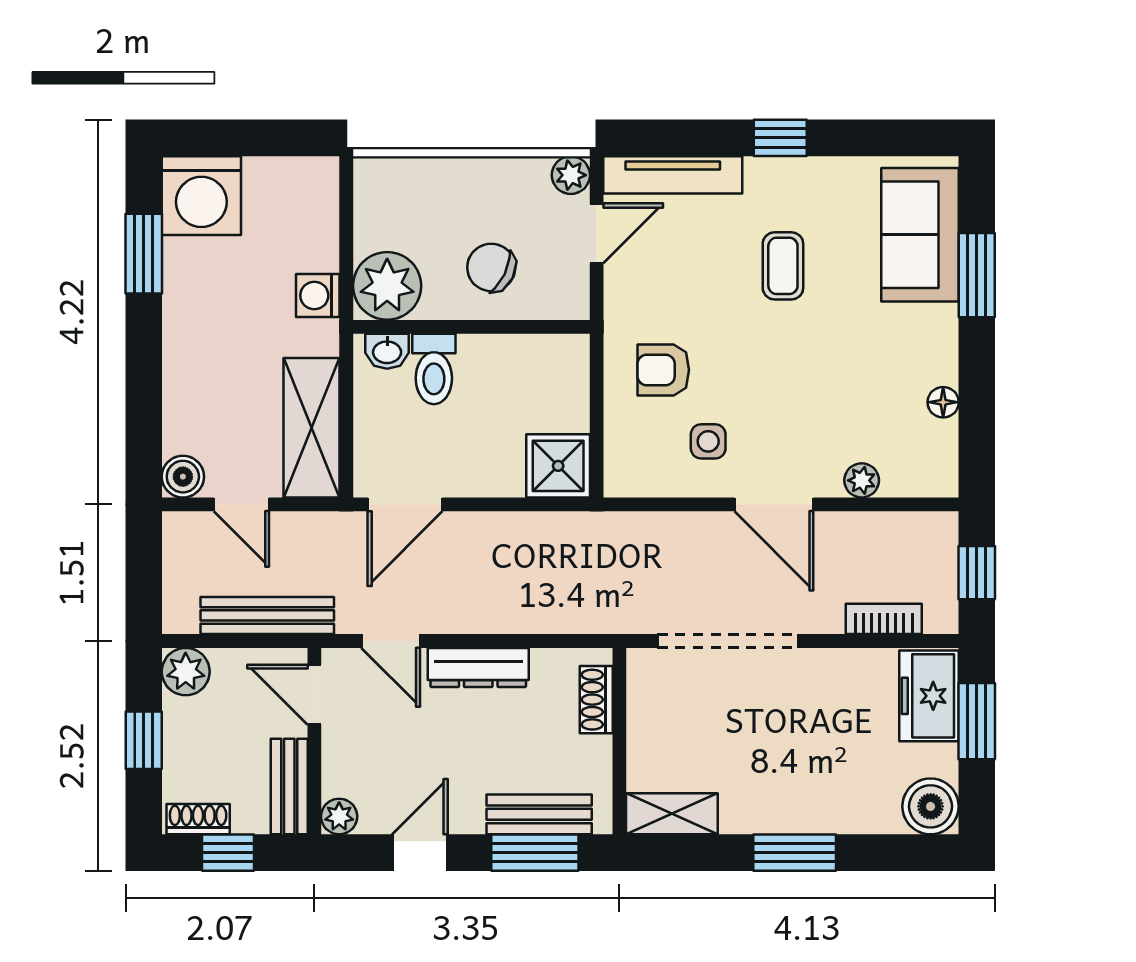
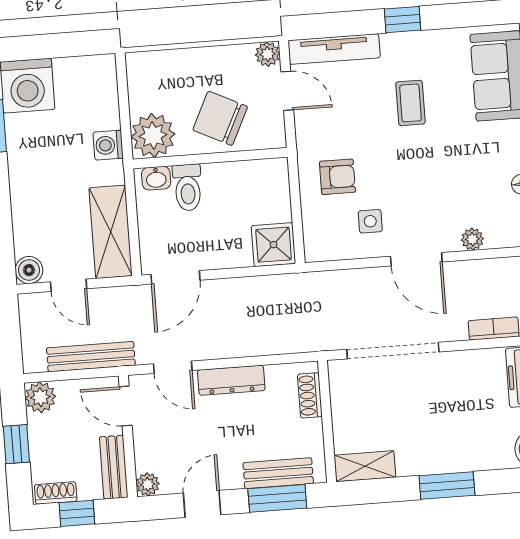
door: (597, 233) -> (287, 91), hinge flipped
chair: (491, 267) -> (220, 118), width x1.37, depth x1.37
armchair: (663, 370) -> (337, 177), turned 180

